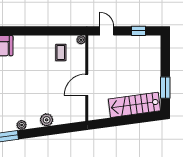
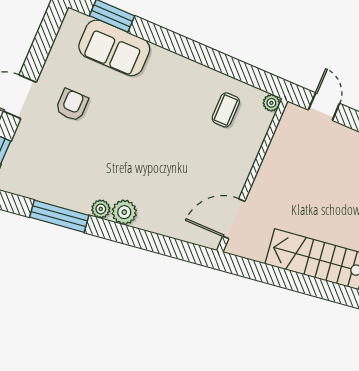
door: (87, 85) -> (234, 219), moved
plant: (47, 120) -> (124, 212), moved

